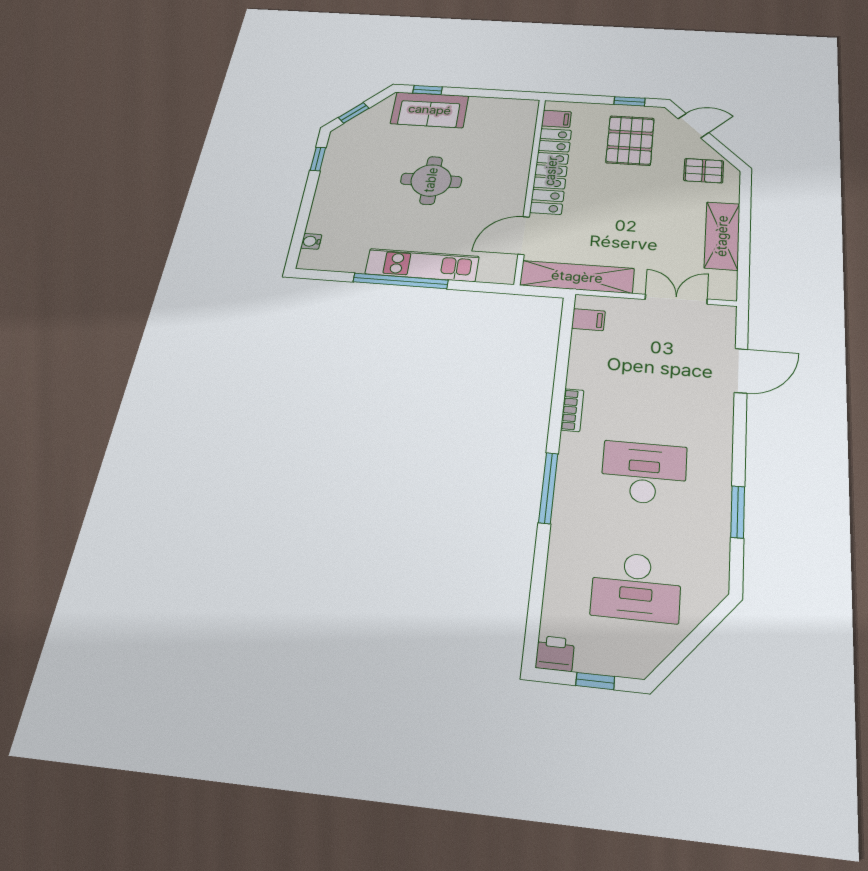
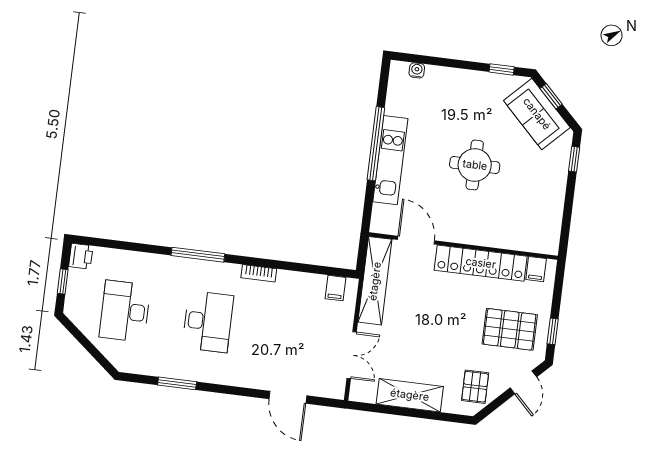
sofa: (430, 110) -> (537, 114), moved, turned -45

